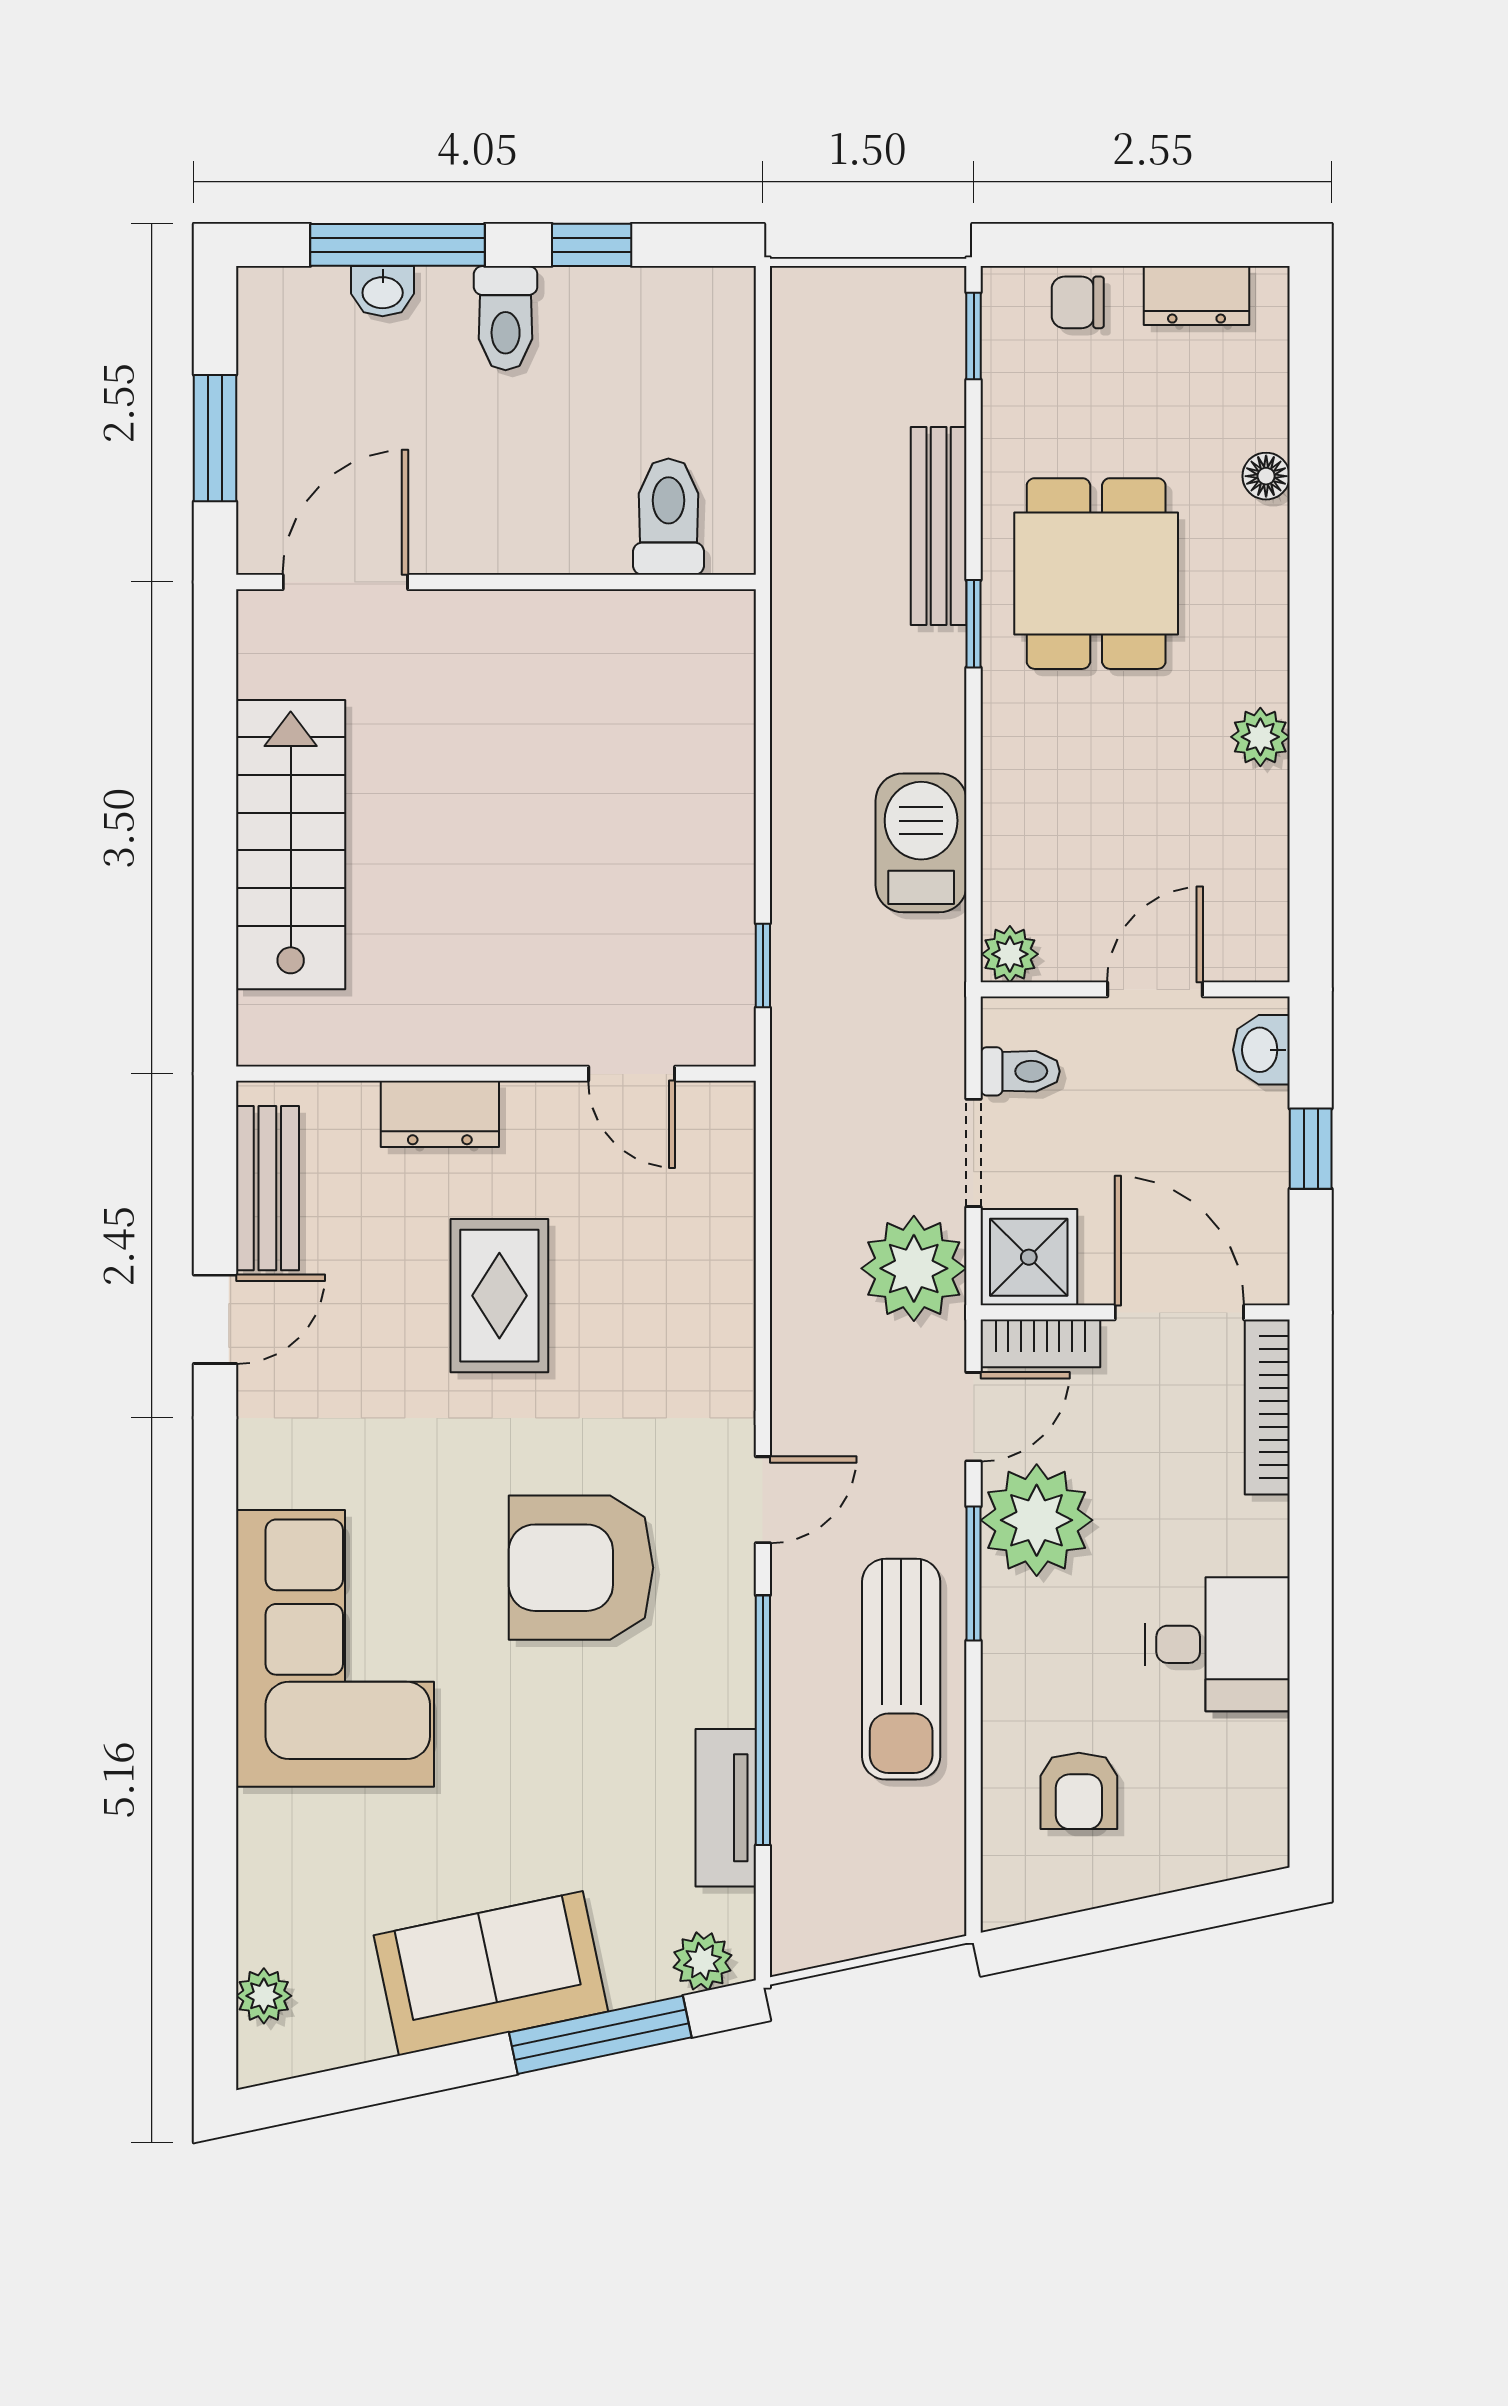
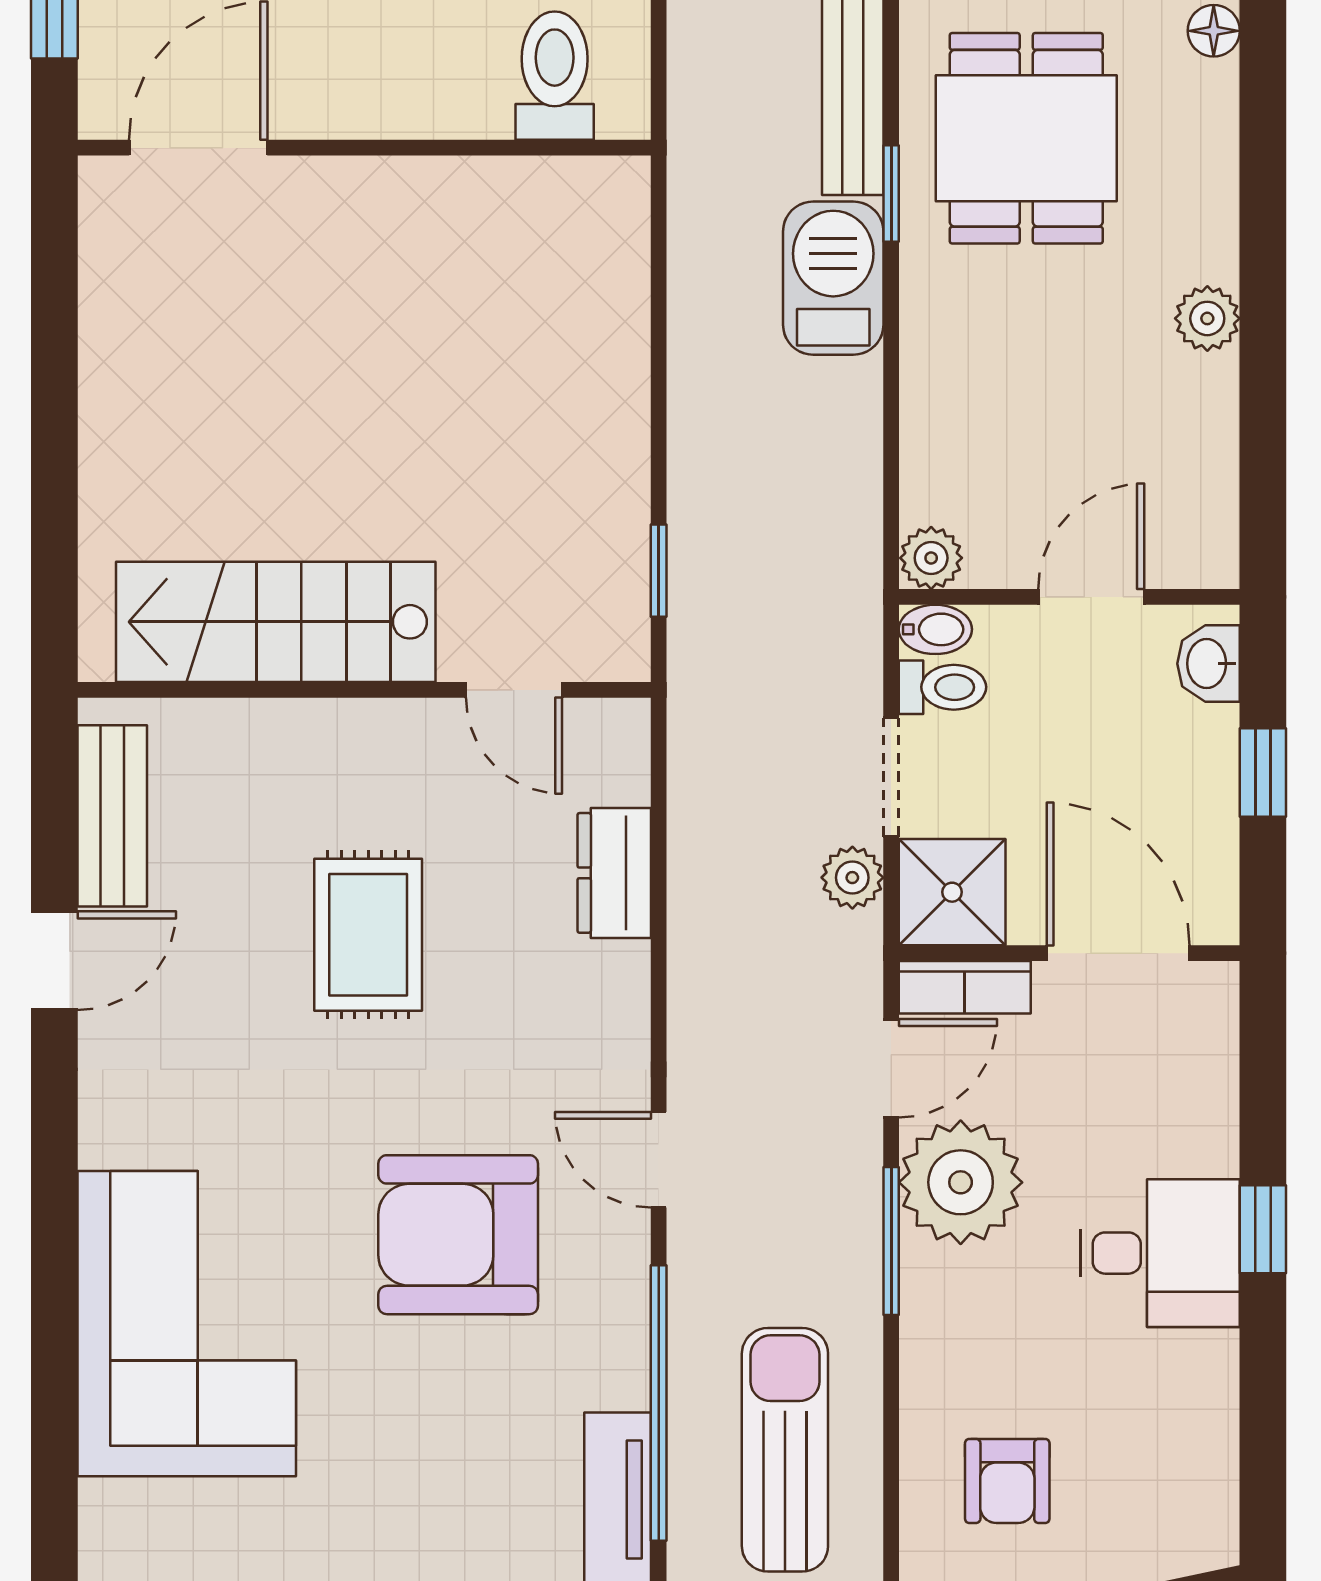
barbecue: (921, 843) -> (833, 278), moved
stairs: (291, 845) -> (276, 622), moved, turned -90
bidet: (1014, 1019) -> (935, 629), added
dresser: (440, 1114) -> (614, 873), moved, turned 90
plant: (914, 1268) -> (852, 878), width x0.53, depth x0.53
bookcase: (1267, 1407) -> (1215, 1058), removed
door: (763, 1500) -> (659, 1160), swing flipped
window: (1311, 1563) -> (1263, 1229), added
desk: (1217, 1644) -> (1160, 1253), moved
sun lounger: (901, 1669) -> (785, 1450), moved, turned 180

